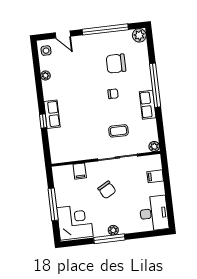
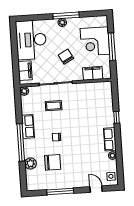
window: (105, 29) -> (60, 191), width x0.68
plant: (139, 35) -> (30, 164), moved
row of seats: (52, 114) -> (110, 139), moved
filing cabinet: (80, 171) -> (93, 73), width x2.00
filing cabinet: (155, 176) -> (25, 71), width x2.00
desk: (154, 213) -> (31, 40), width x1.36, depth x1.30
corner desk: (75, 222) -> (95, 41), moved

